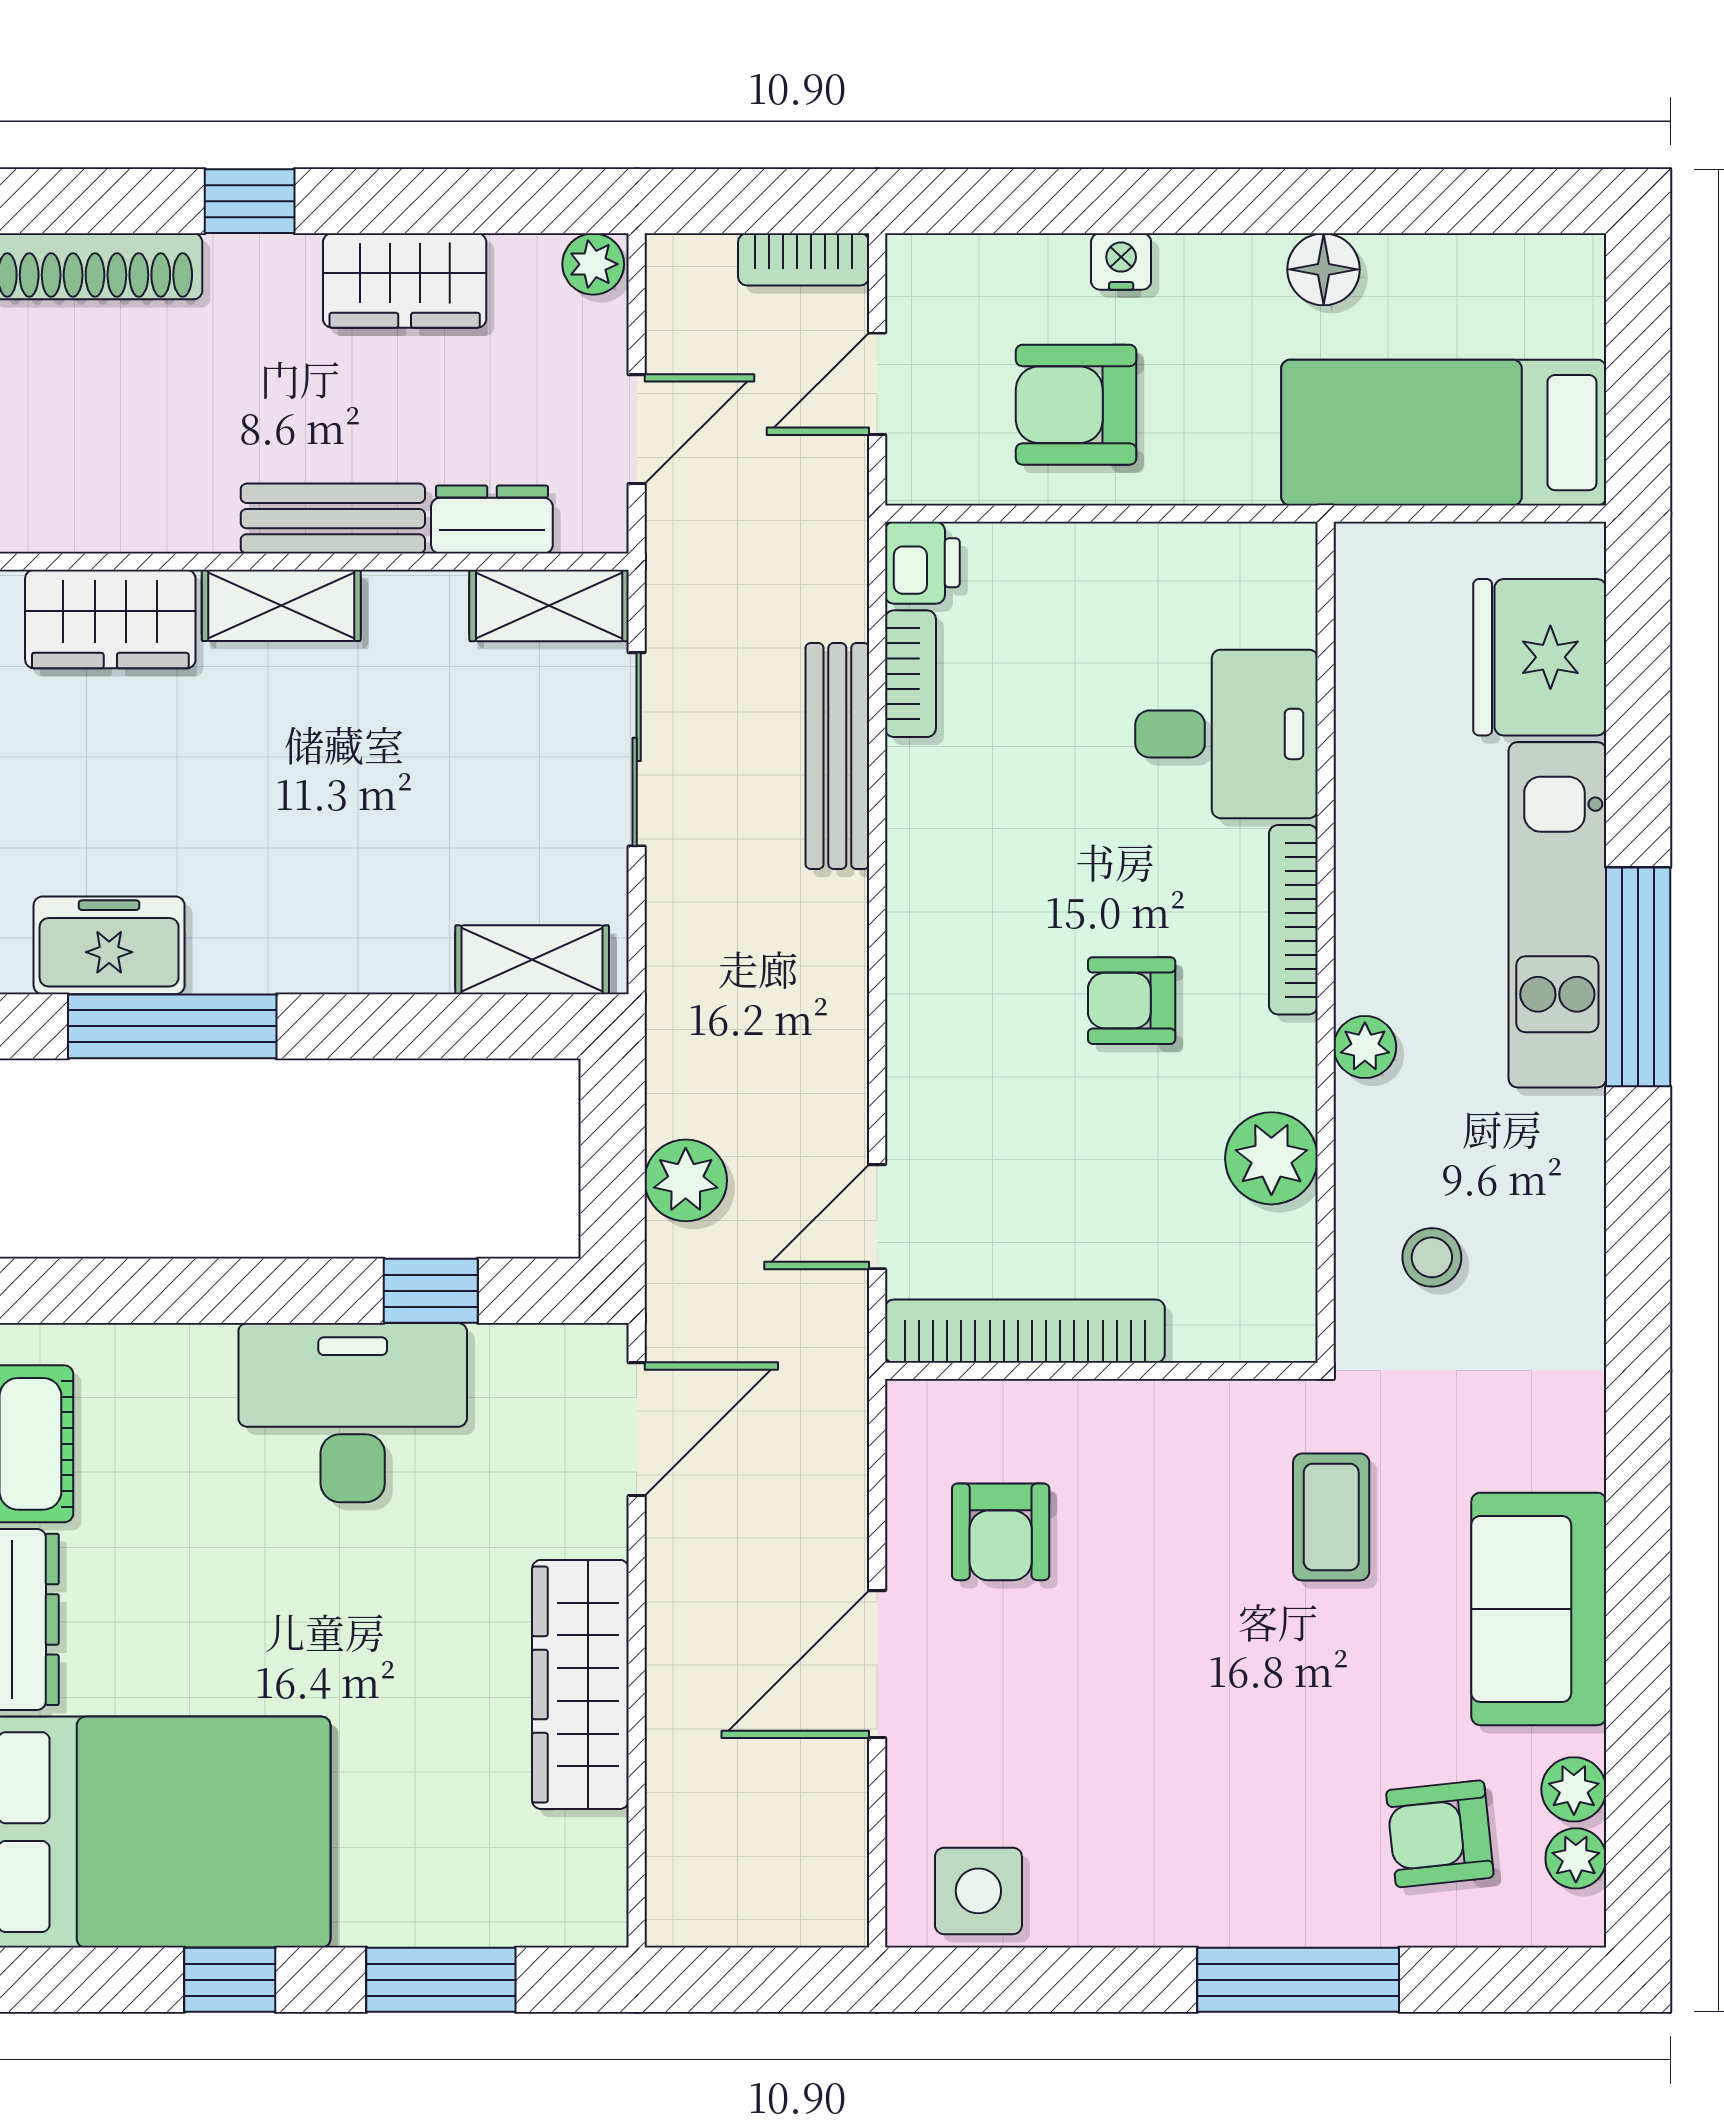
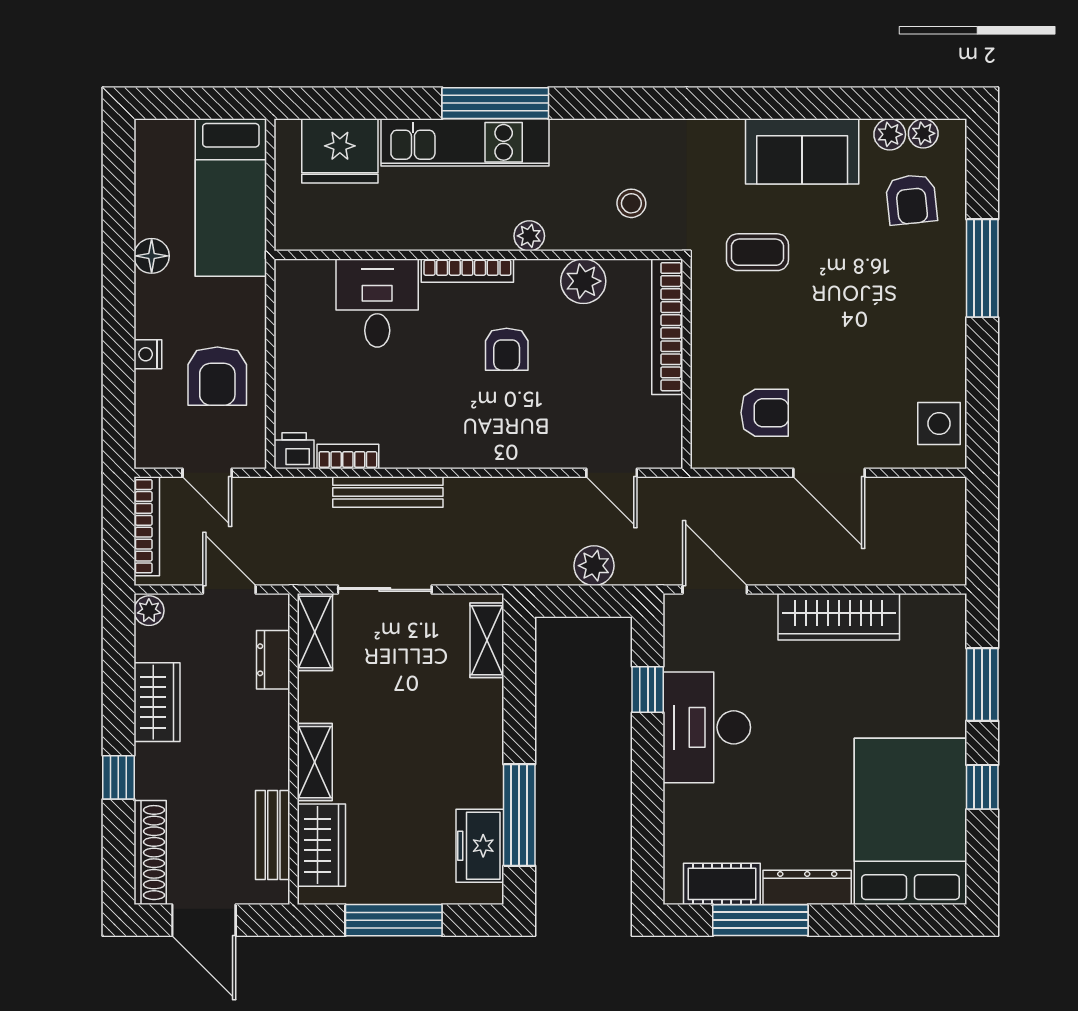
bookcase: (804, 259) -> (147, 526), width x1.56
bench: (333, 519) -> (273, 835), moved
bookcase: (1025, 1331) -> (667, 327), moved

